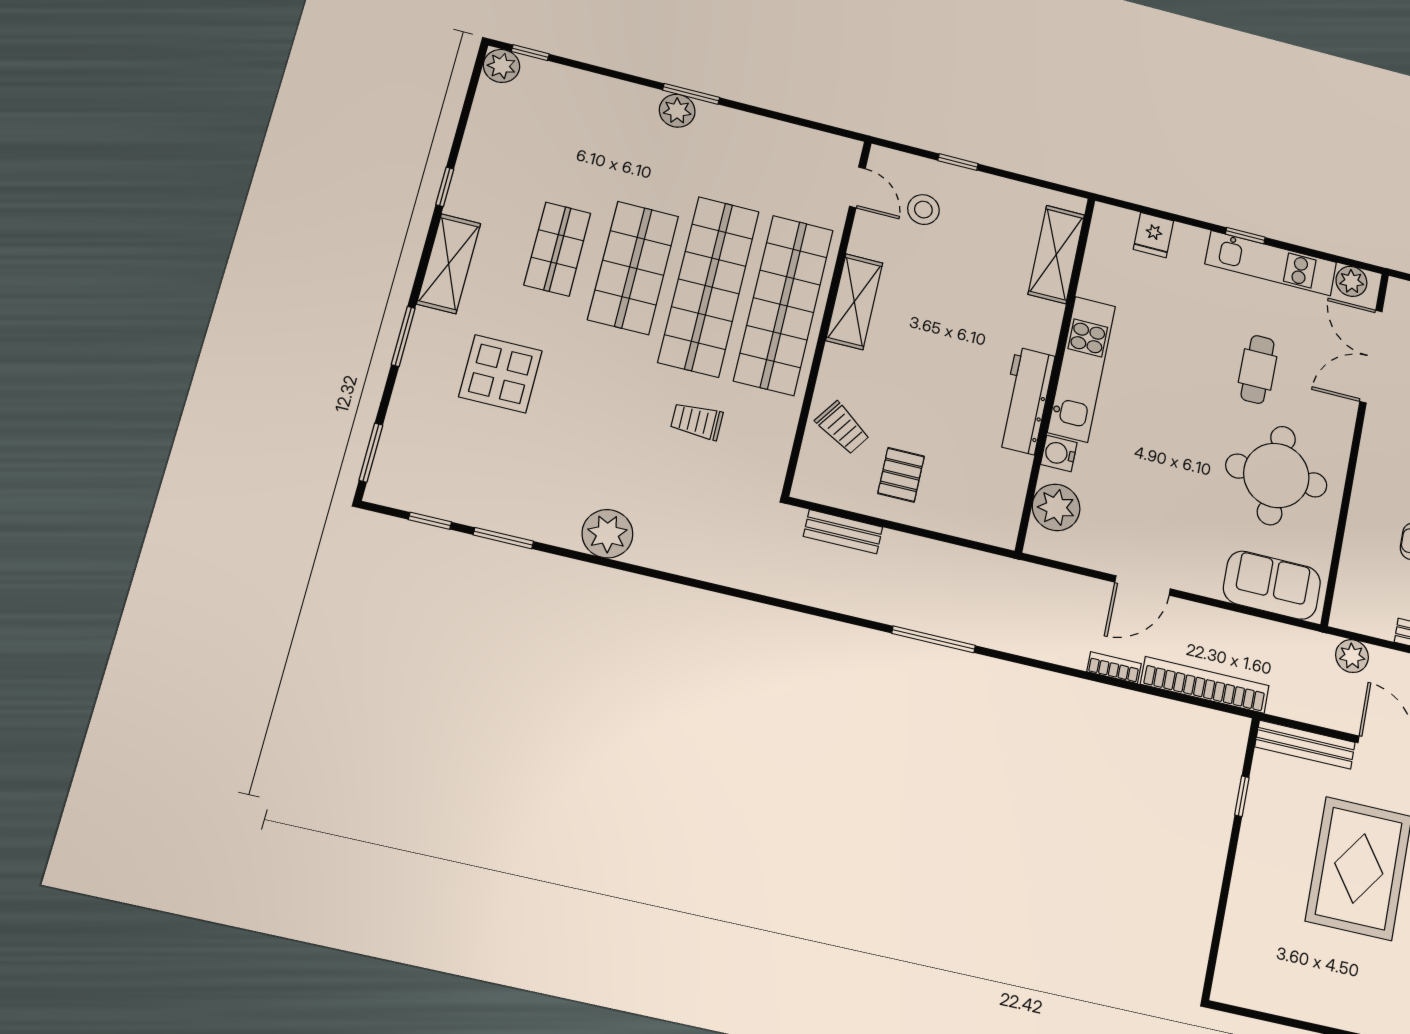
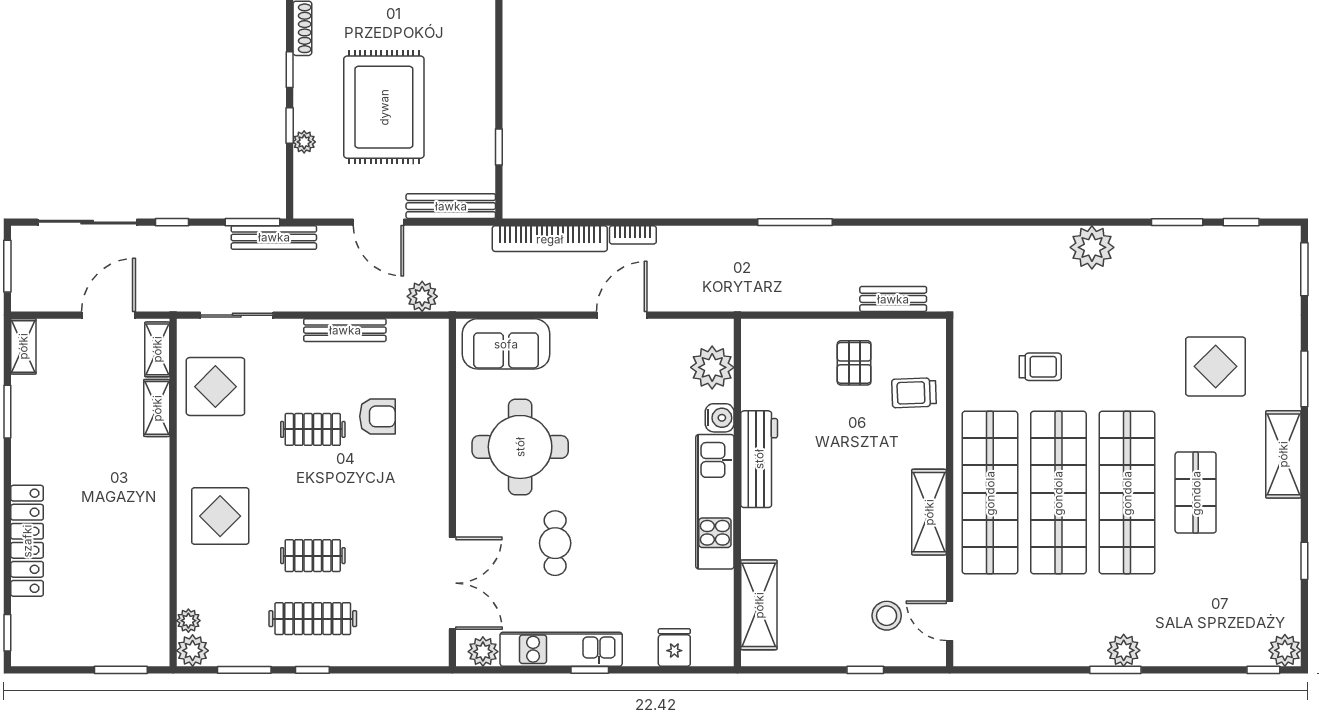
window: (445, 187) -> (1304, 561), moved
shop shelf: (633, 268) -> (1127, 493), width x1.40
trolley: (842, 428) -> (914, 393), turned -36

